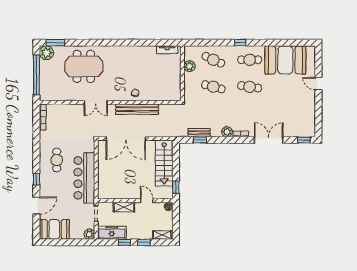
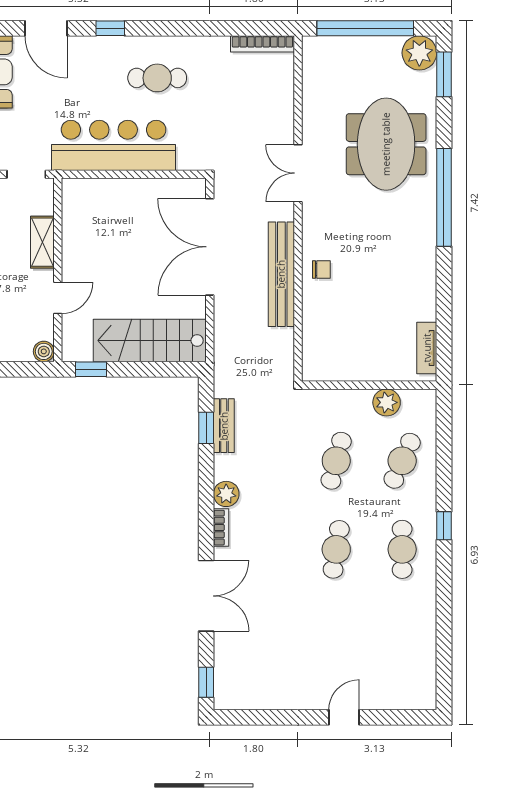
window: (106, 43) -> (444, 197), added
booth: (285, 60) -> (402, 637), removed

